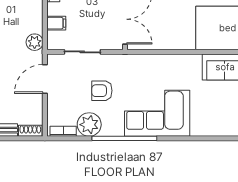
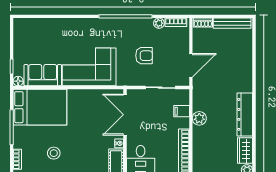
plant: (35, 42) -> (199, 118), moved
corner sofa: (157, 113) -> (89, 67), moved, turned 180
plant: (89, 125) -> (159, 23), width x0.53, depth x0.53

